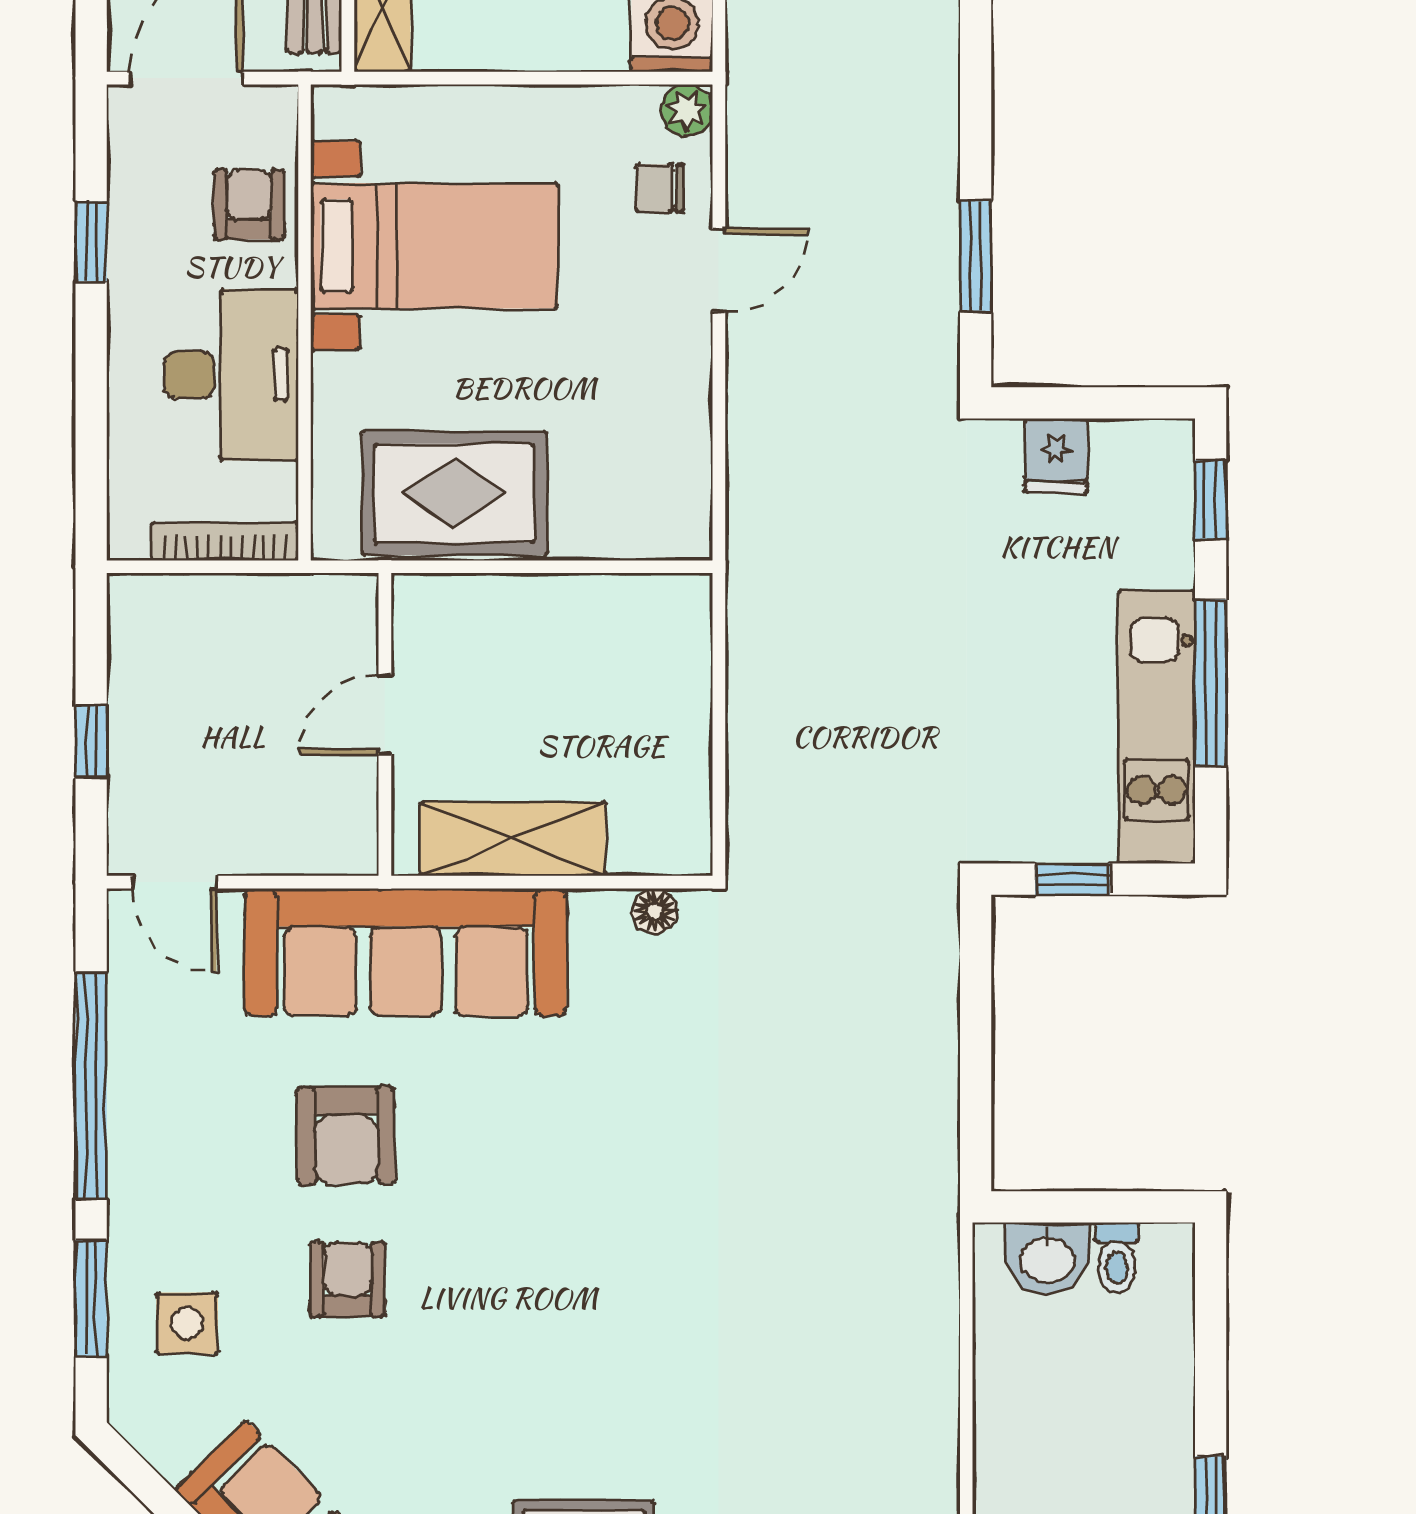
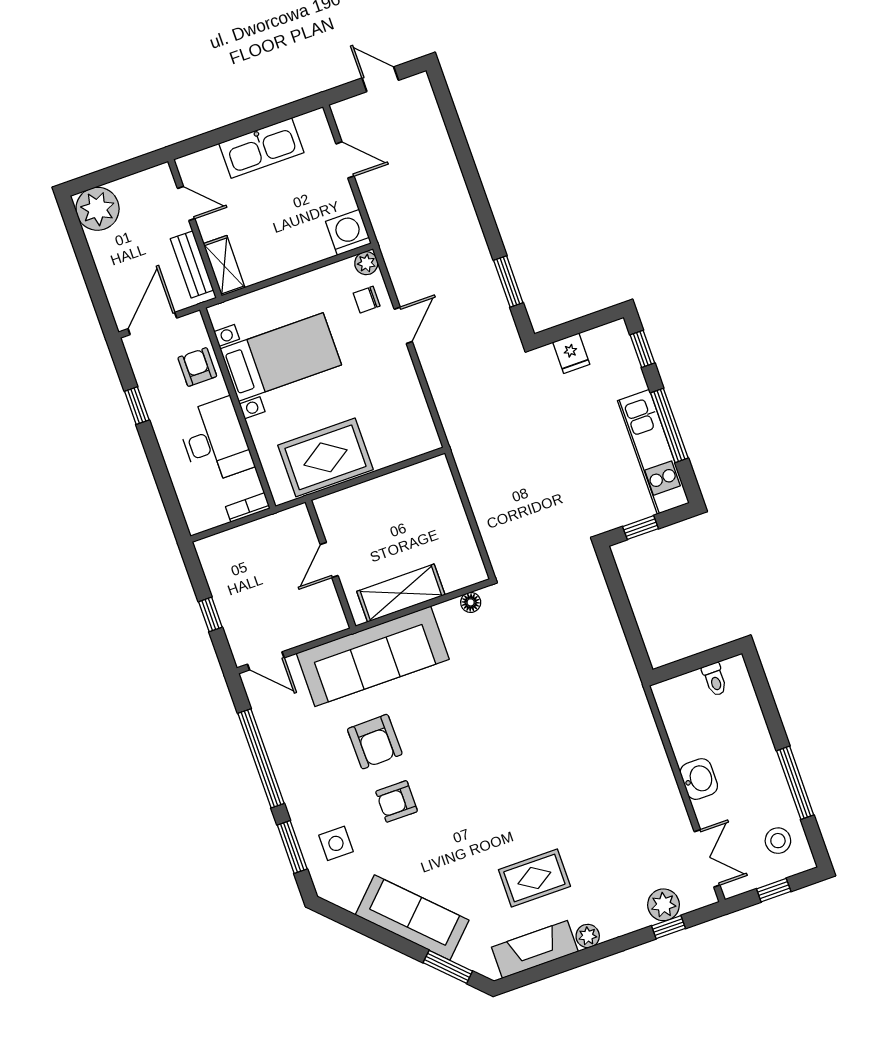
bookcase: (225, 542) -> (248, 507), width x0.64
washbasin: (1048, 1258) -> (699, 779), moved, turned -90
armchair: (348, 1279) -> (397, 801), turned -90

